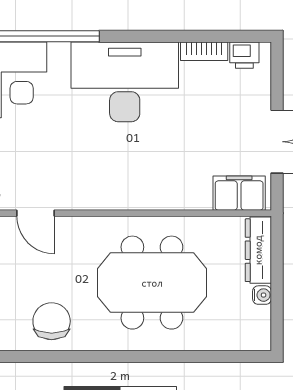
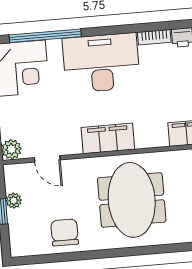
filing cabinet: (125, 191) -> (108, 138), added
meeting table: (152, 283) -> (132, 200), turned 90

